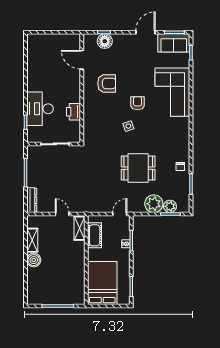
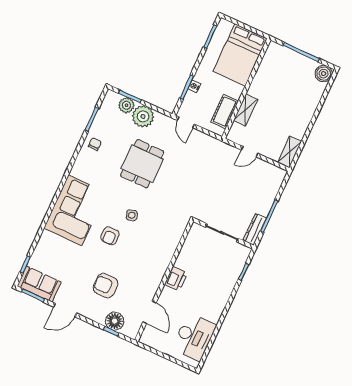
armchair: (107, 83) -> (106, 286), moved
corner sofa: (172, 92) -> (75, 210), moved
desk: (40, 109) -> (194, 337), moved
printer: (73, 112) -> (176, 279), moved
dining table: (138, 168) -> (142, 164), turned 90
dresser: (32, 200) -> (255, 229), moved
door: (62, 214) -> (250, 152), hinge flipped
door: (120, 214) -> (186, 122), hinge flipped
shelving: (80, 228) -> (246, 110), moved
shelving: (32, 240) -> (290, 152), moved
boiler: (34, 260) -> (324, 74), moved

